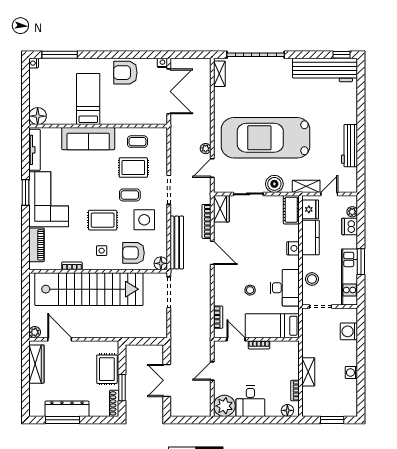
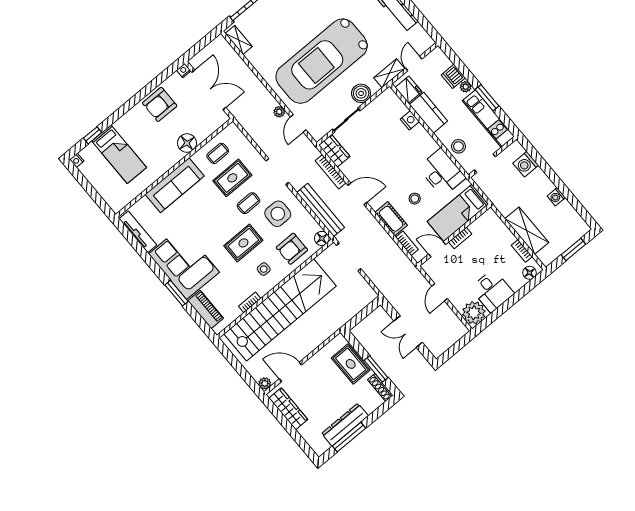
window: (60, 55) -> (93, 135), width x0.46
bed: (88, 99) -> (119, 154), moved, turned 180
floor lamp: (38, 116) -> (187, 143), moved
window: (26, 192) -> (176, 293), moved
cot: (291, 210) -> (391, 219), moved
plant: (352, 212) -> (466, 87), moved
nightstand: (293, 248) -> (410, 120), moved
shelving: (308, 372) -> (527, 231), width x1.50, depth x1.33

